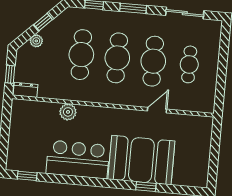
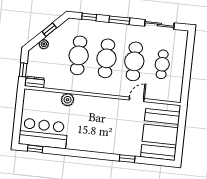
bar counter: (78, 159) -> (43, 133), moved
booth: (141, 160) -> (160, 134), moved, turned 90

